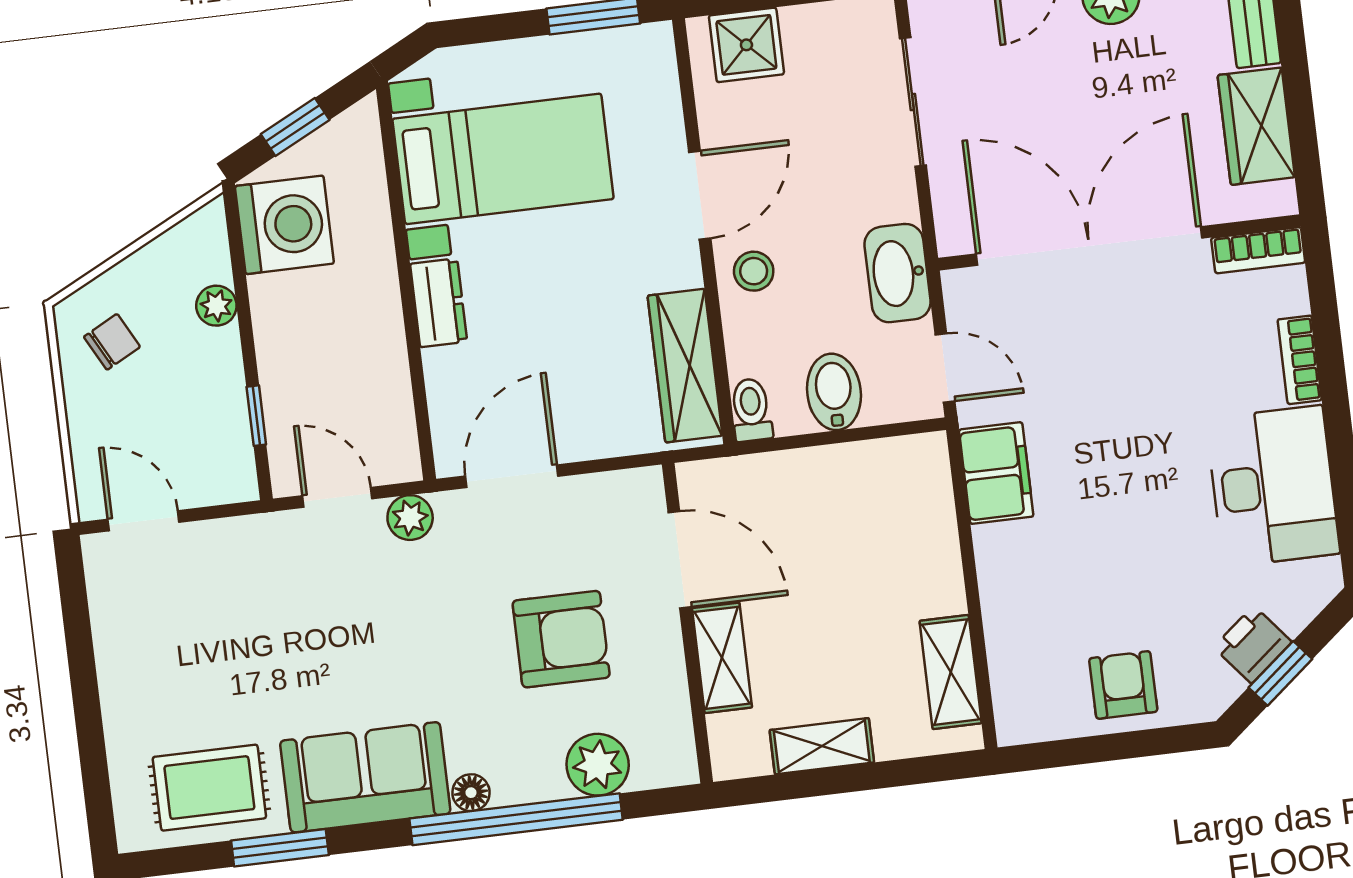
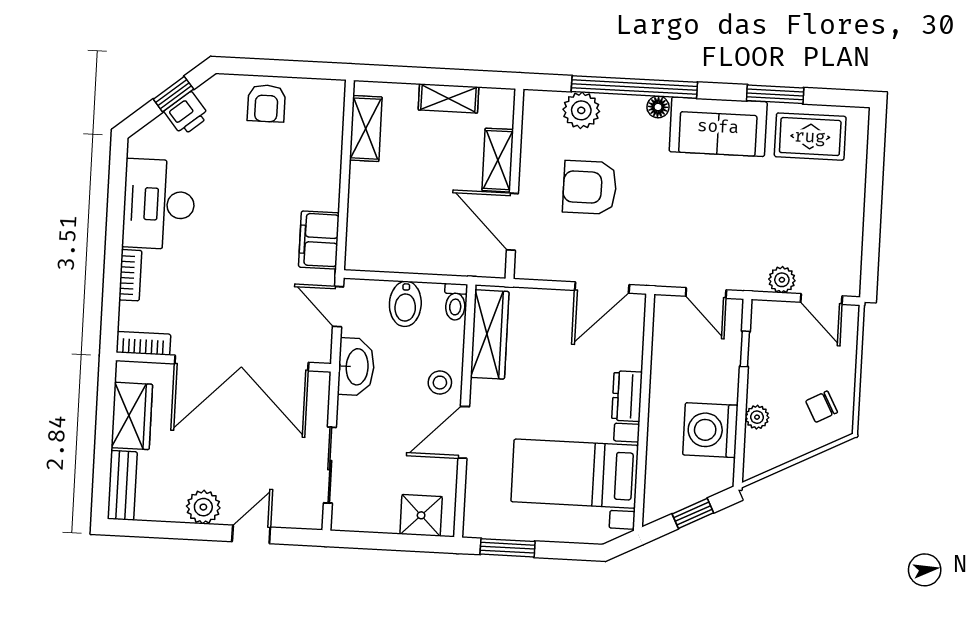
washing machine: (284, 225) -> (710, 430), moved
plant: (410, 518) -> (782, 280), moved

